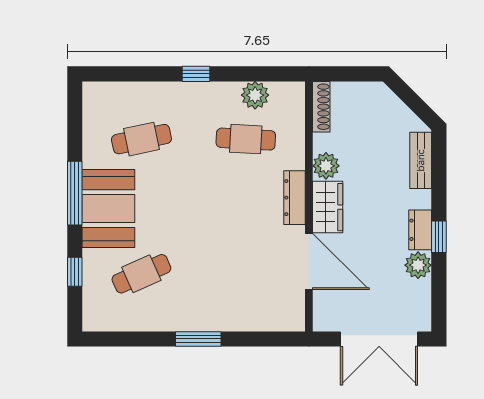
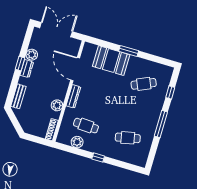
wardrobe: (328, 207) -> (61, 89), removed
booth: (108, 209) -> (111, 61), moved, turned 90

